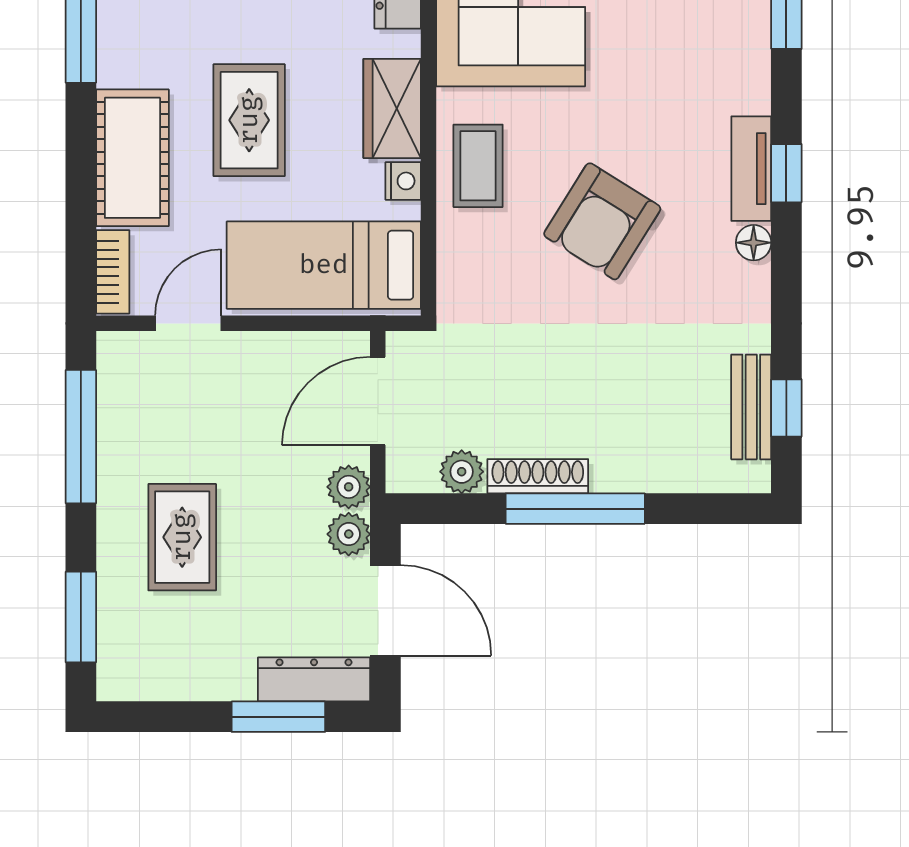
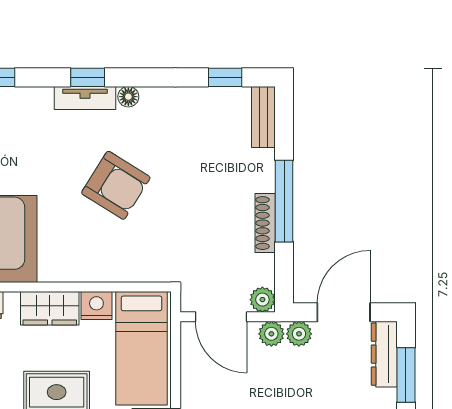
coffee table: (478, 166) -> (83, 258), removed
nightstand: (403, 181) -> (96, 306), width x1.39, depth x1.35
bench: (751, 407) -> (263, 117), moved, turned 90
plant: (462, 472) -> (262, 300), moved

